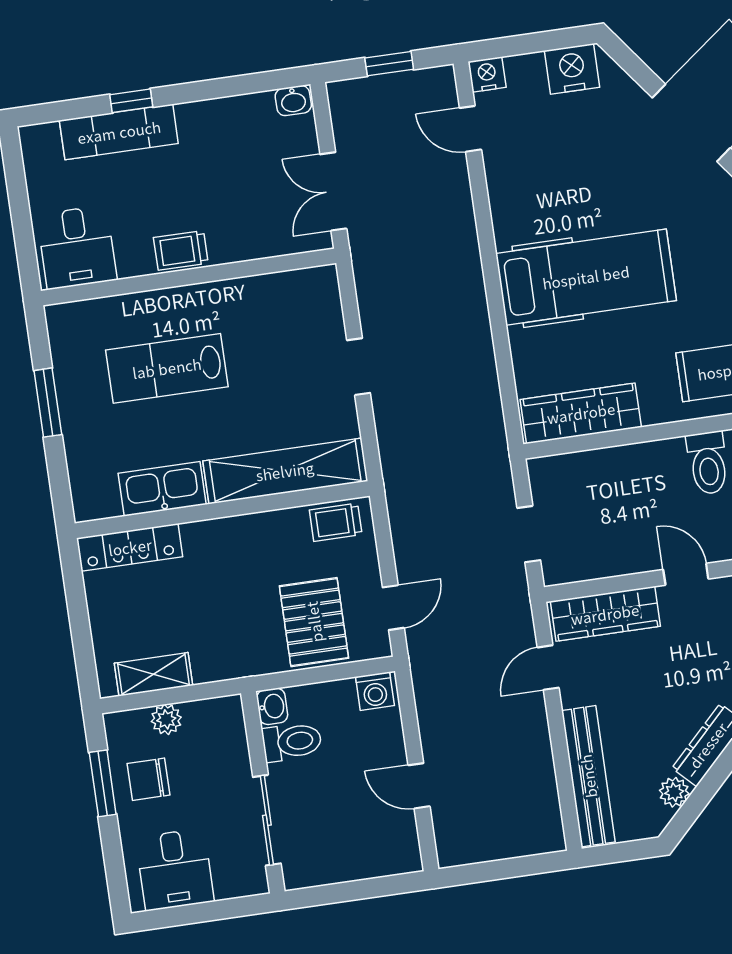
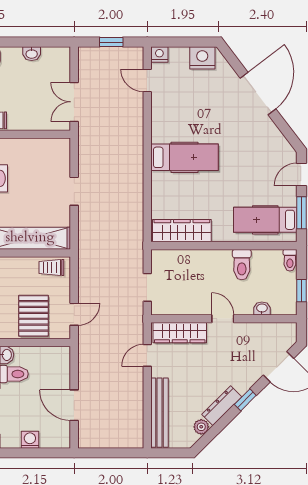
washbasin: (293, 101) -> (32, 54), moved
hospital bed: (586, 277) -> (185, 157), width x0.73, depth x0.78
washing machine: (375, 691) -> (30, 440), moved, turned 180
door: (419, 786) -> (74, 405), width x1.38

